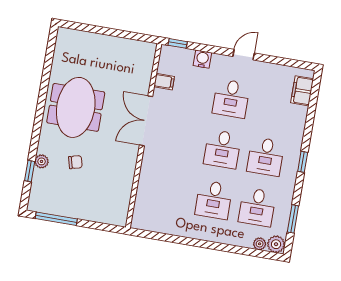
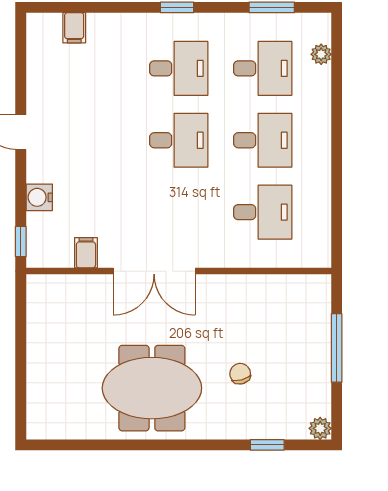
filing cabinet: (302, 91) -> (74, 28), width x0.50
desk: (231, 98) -> (263, 212), moved
plant: (42, 161) -> (320, 428), moved
window: (56, 219) -> (337, 348), moved
plant: (276, 244) -> (317, 28), removed

